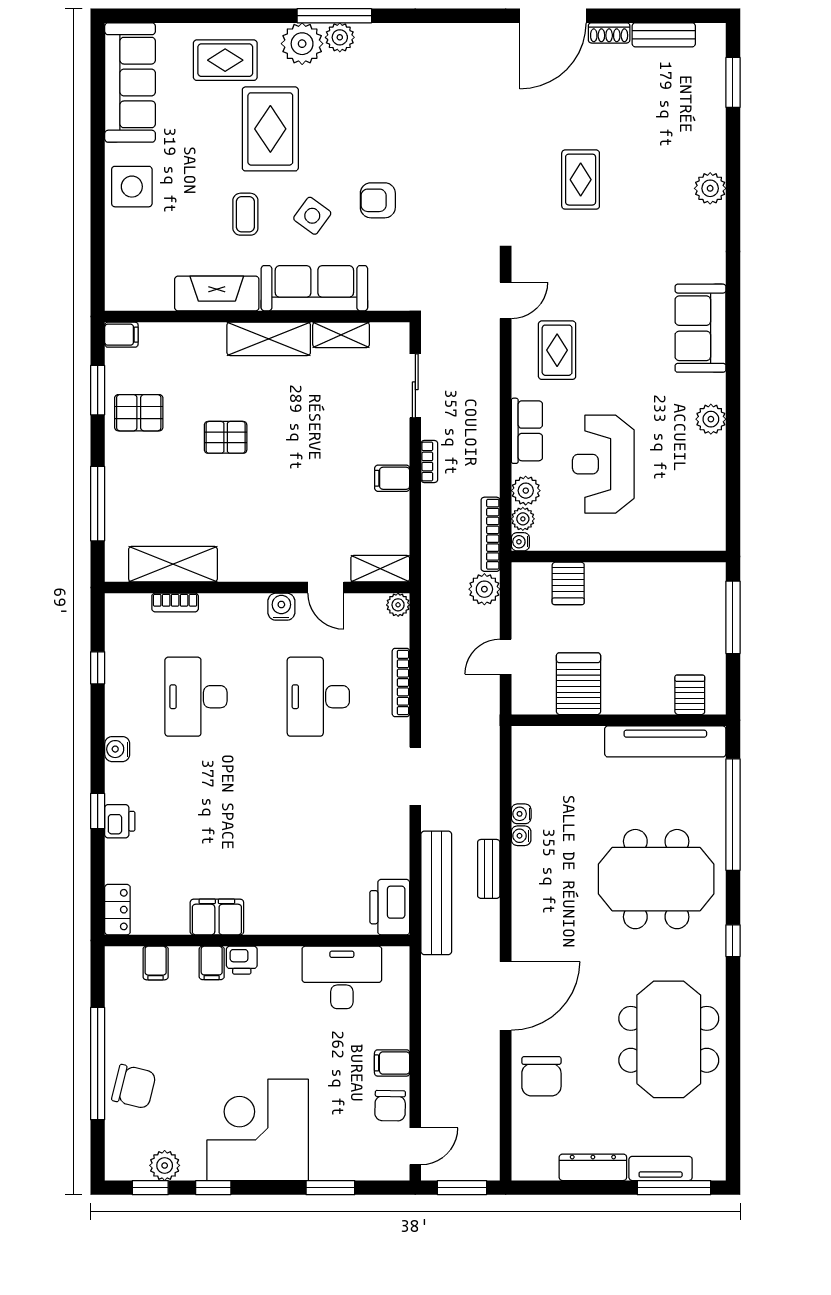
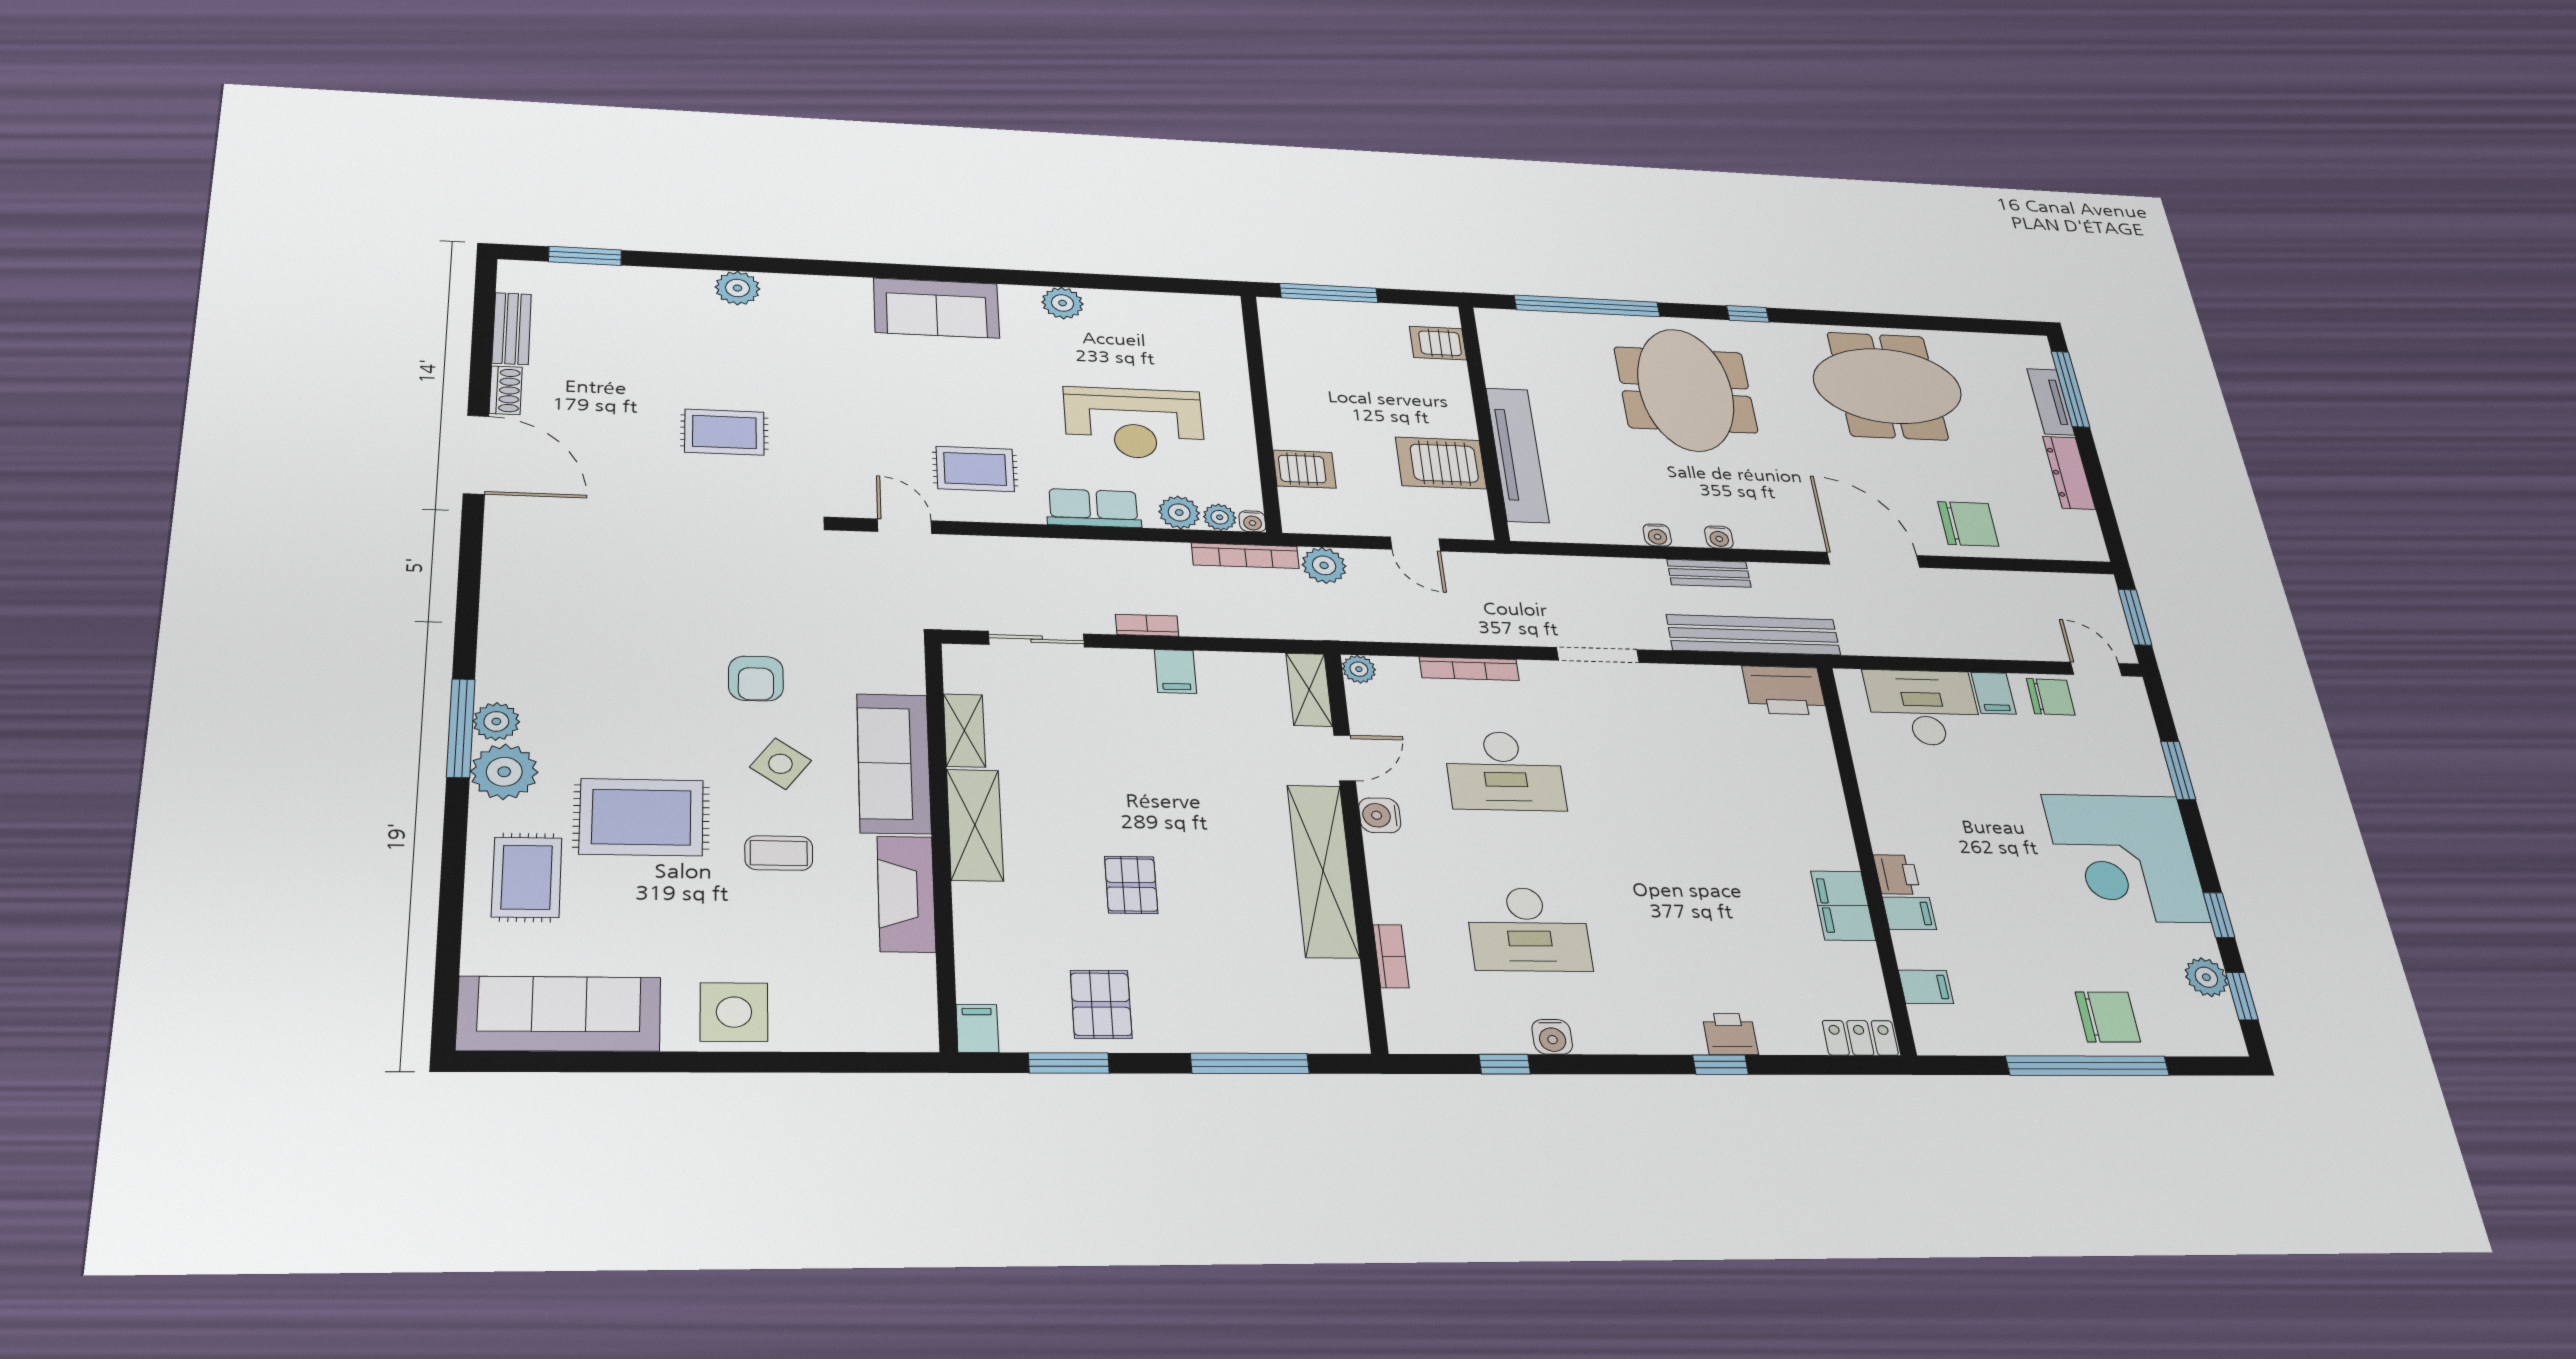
shelving: (173, 564) -> (1323, 871), moved, width x1.47
tv unit: (665, 741) -> (1517, 455), moved
water cooler: (117, 749) -> (1552, 1037), moved
water cooler: (521, 814) -> (1719, 537), moved
desk: (342, 977) -> (1924, 707), moved, turned 90
chair: (134, 1087) -> (2108, 1017), turned 76

